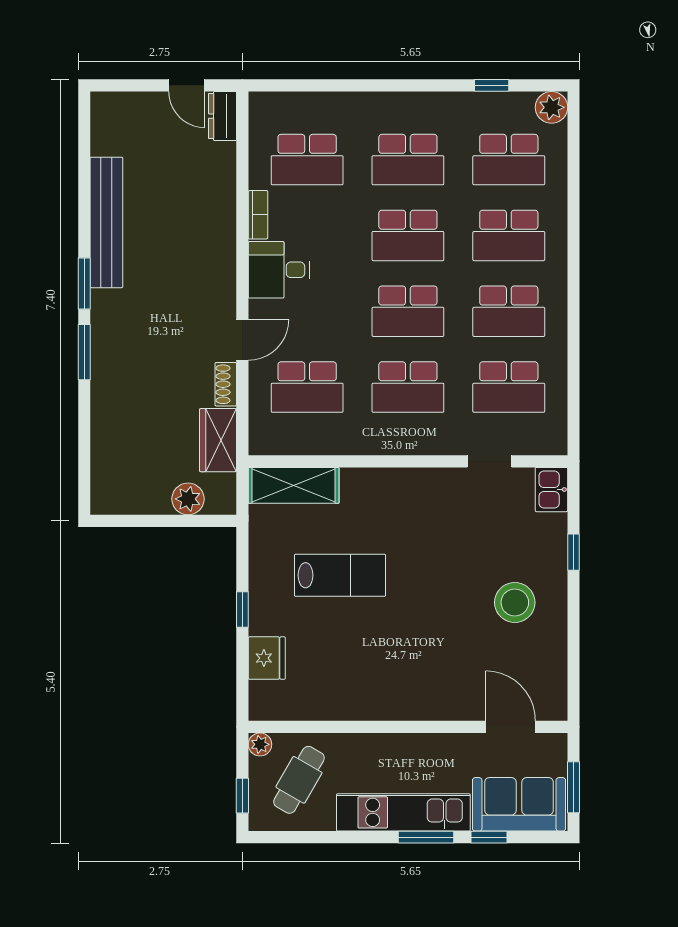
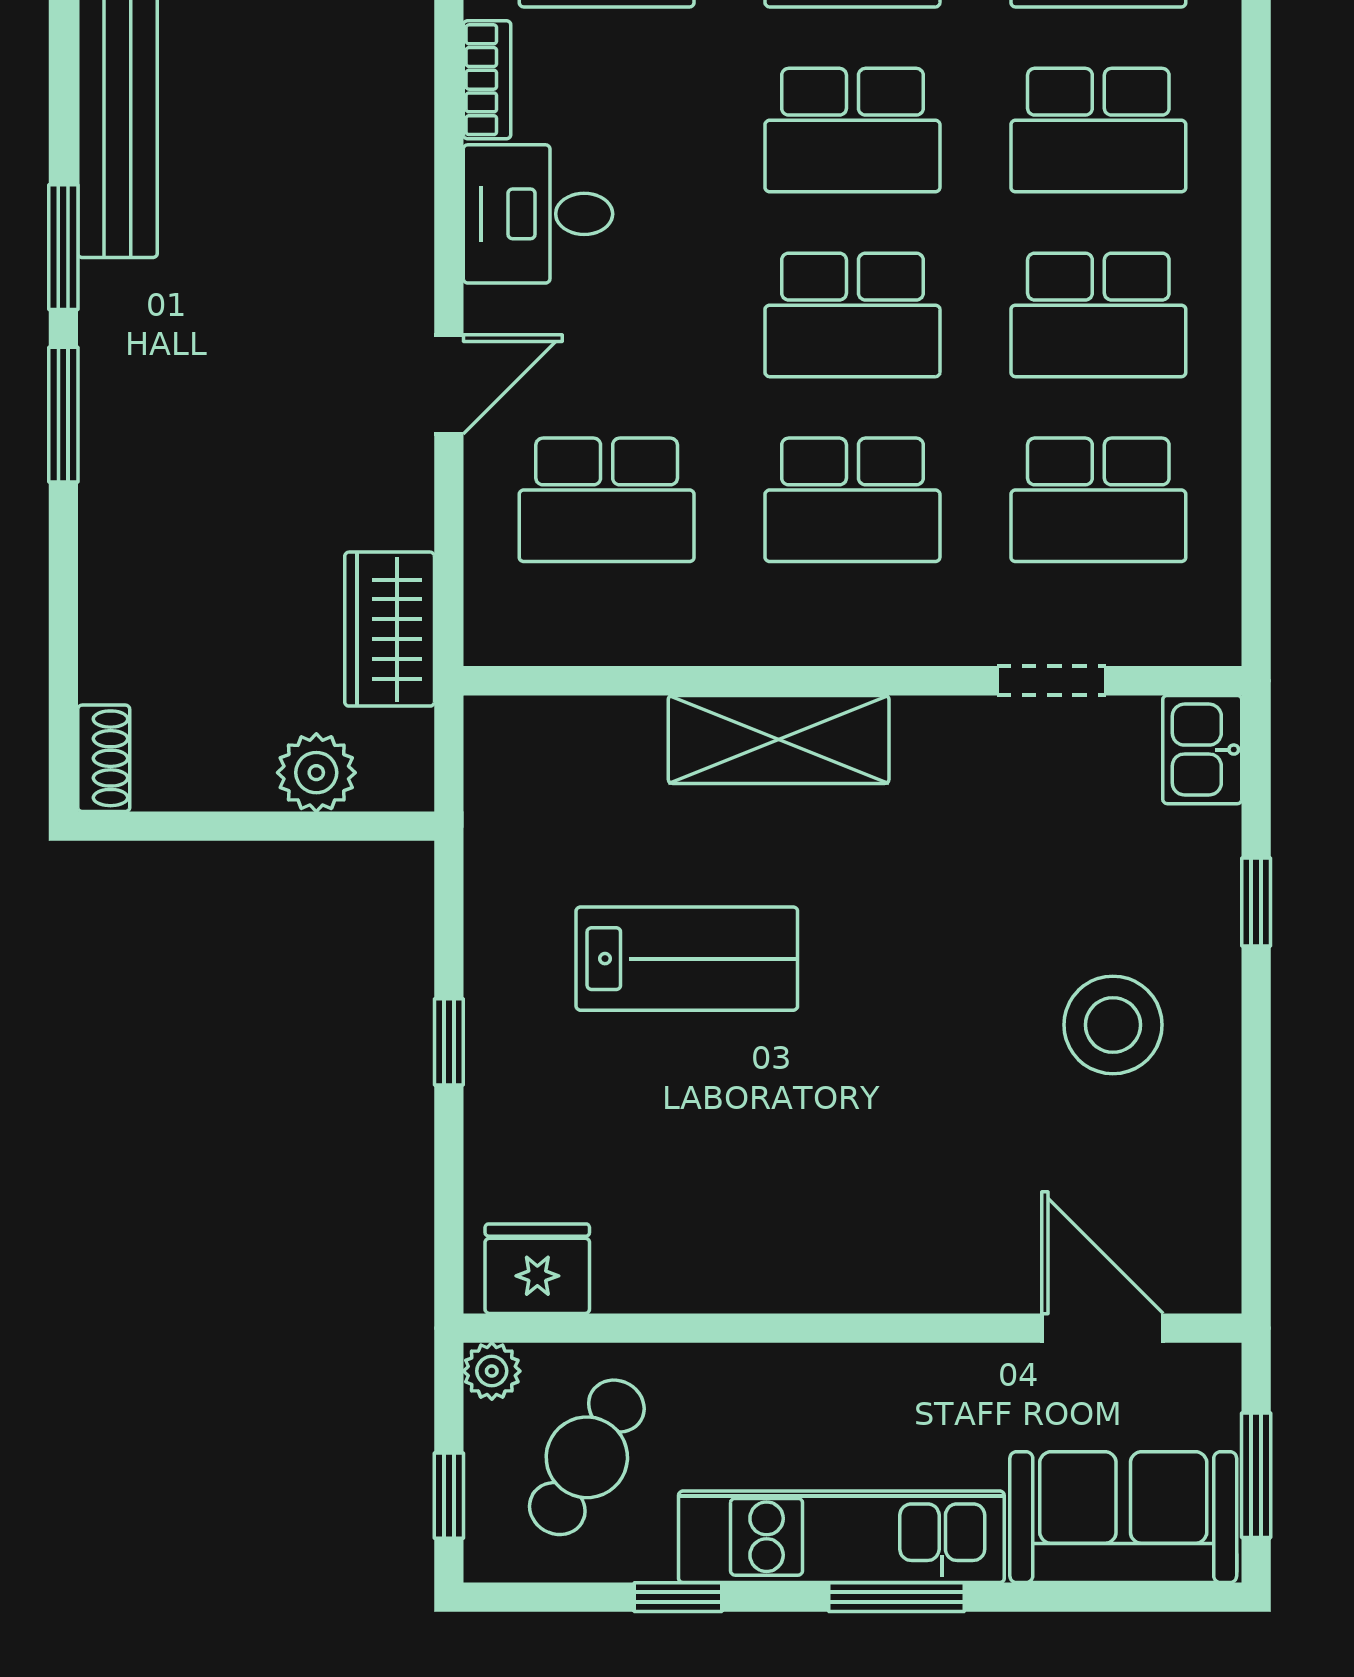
shoe rack: (226, 384) -> (104, 758), moved, turned 180
shelving: (294, 485) -> (779, 739), moved
fridge: (267, 658) -> (537, 1269), moved, turned -90
window: (489, 837) -> (678, 1597), moved

